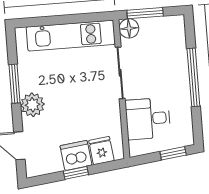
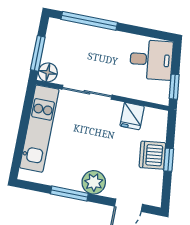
window: (193, 77) -> (89, 21), moved
desk: (148, 119) -> (151, 60), moved, turned -97
fridge: (101, 151) -> (132, 116), moved, turned -83
window: (173, 153) -> (174, 87), moved

